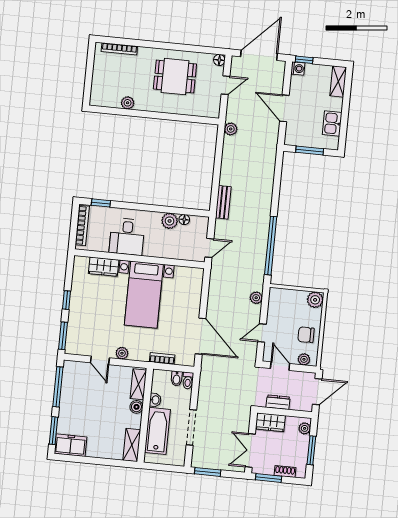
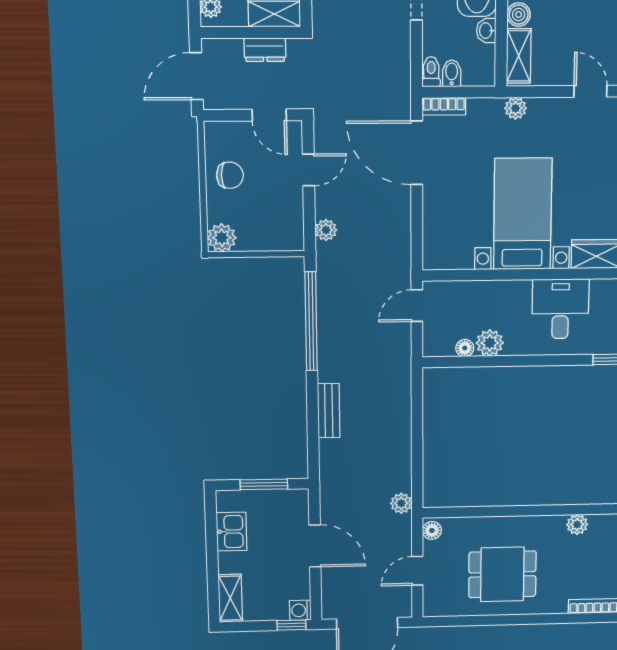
floor lamp: (219, 60) -> (432, 530), moved
bench: (223, 202) -> (329, 411), moved
plant: (122, 353) -> (516, 108), moved
bookcase: (162, 359) -> (444, 106), moved
plant: (304, 359) -> (228, 132), removed

